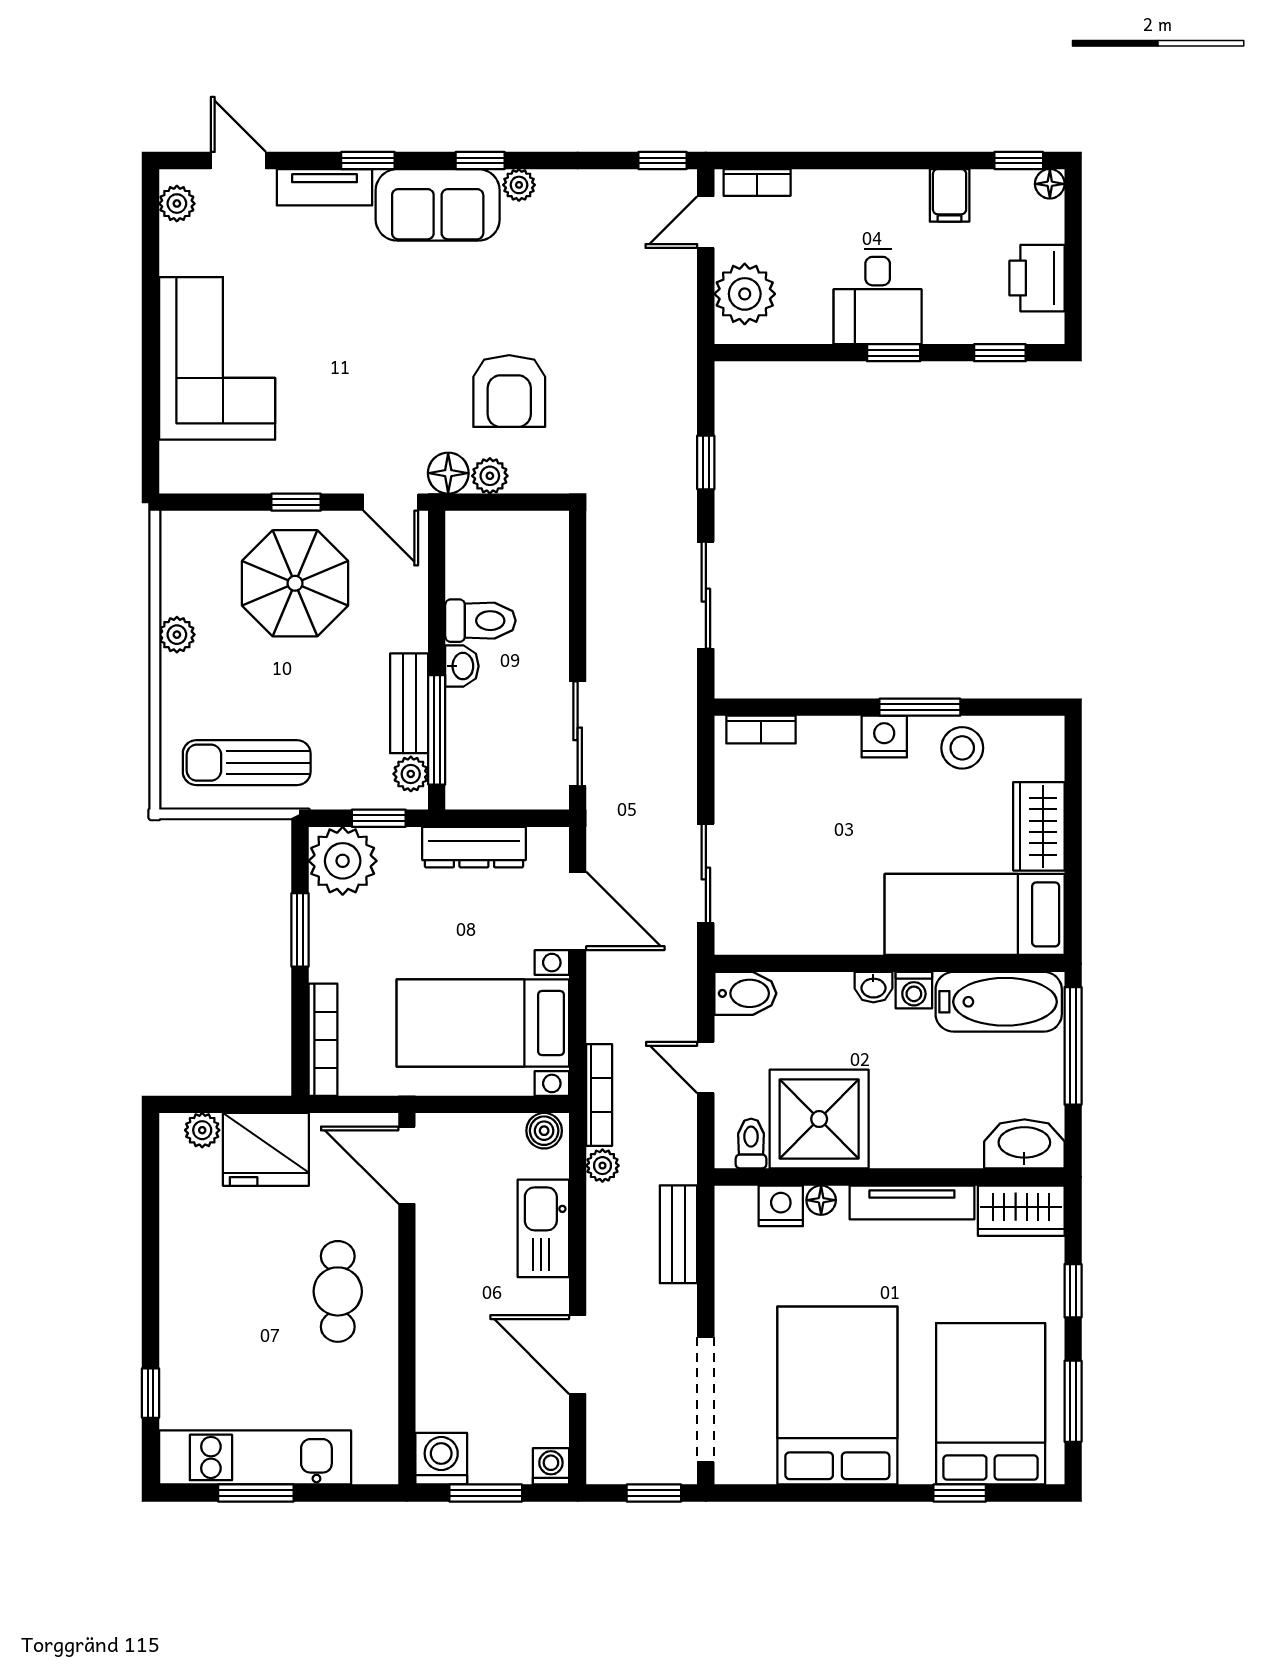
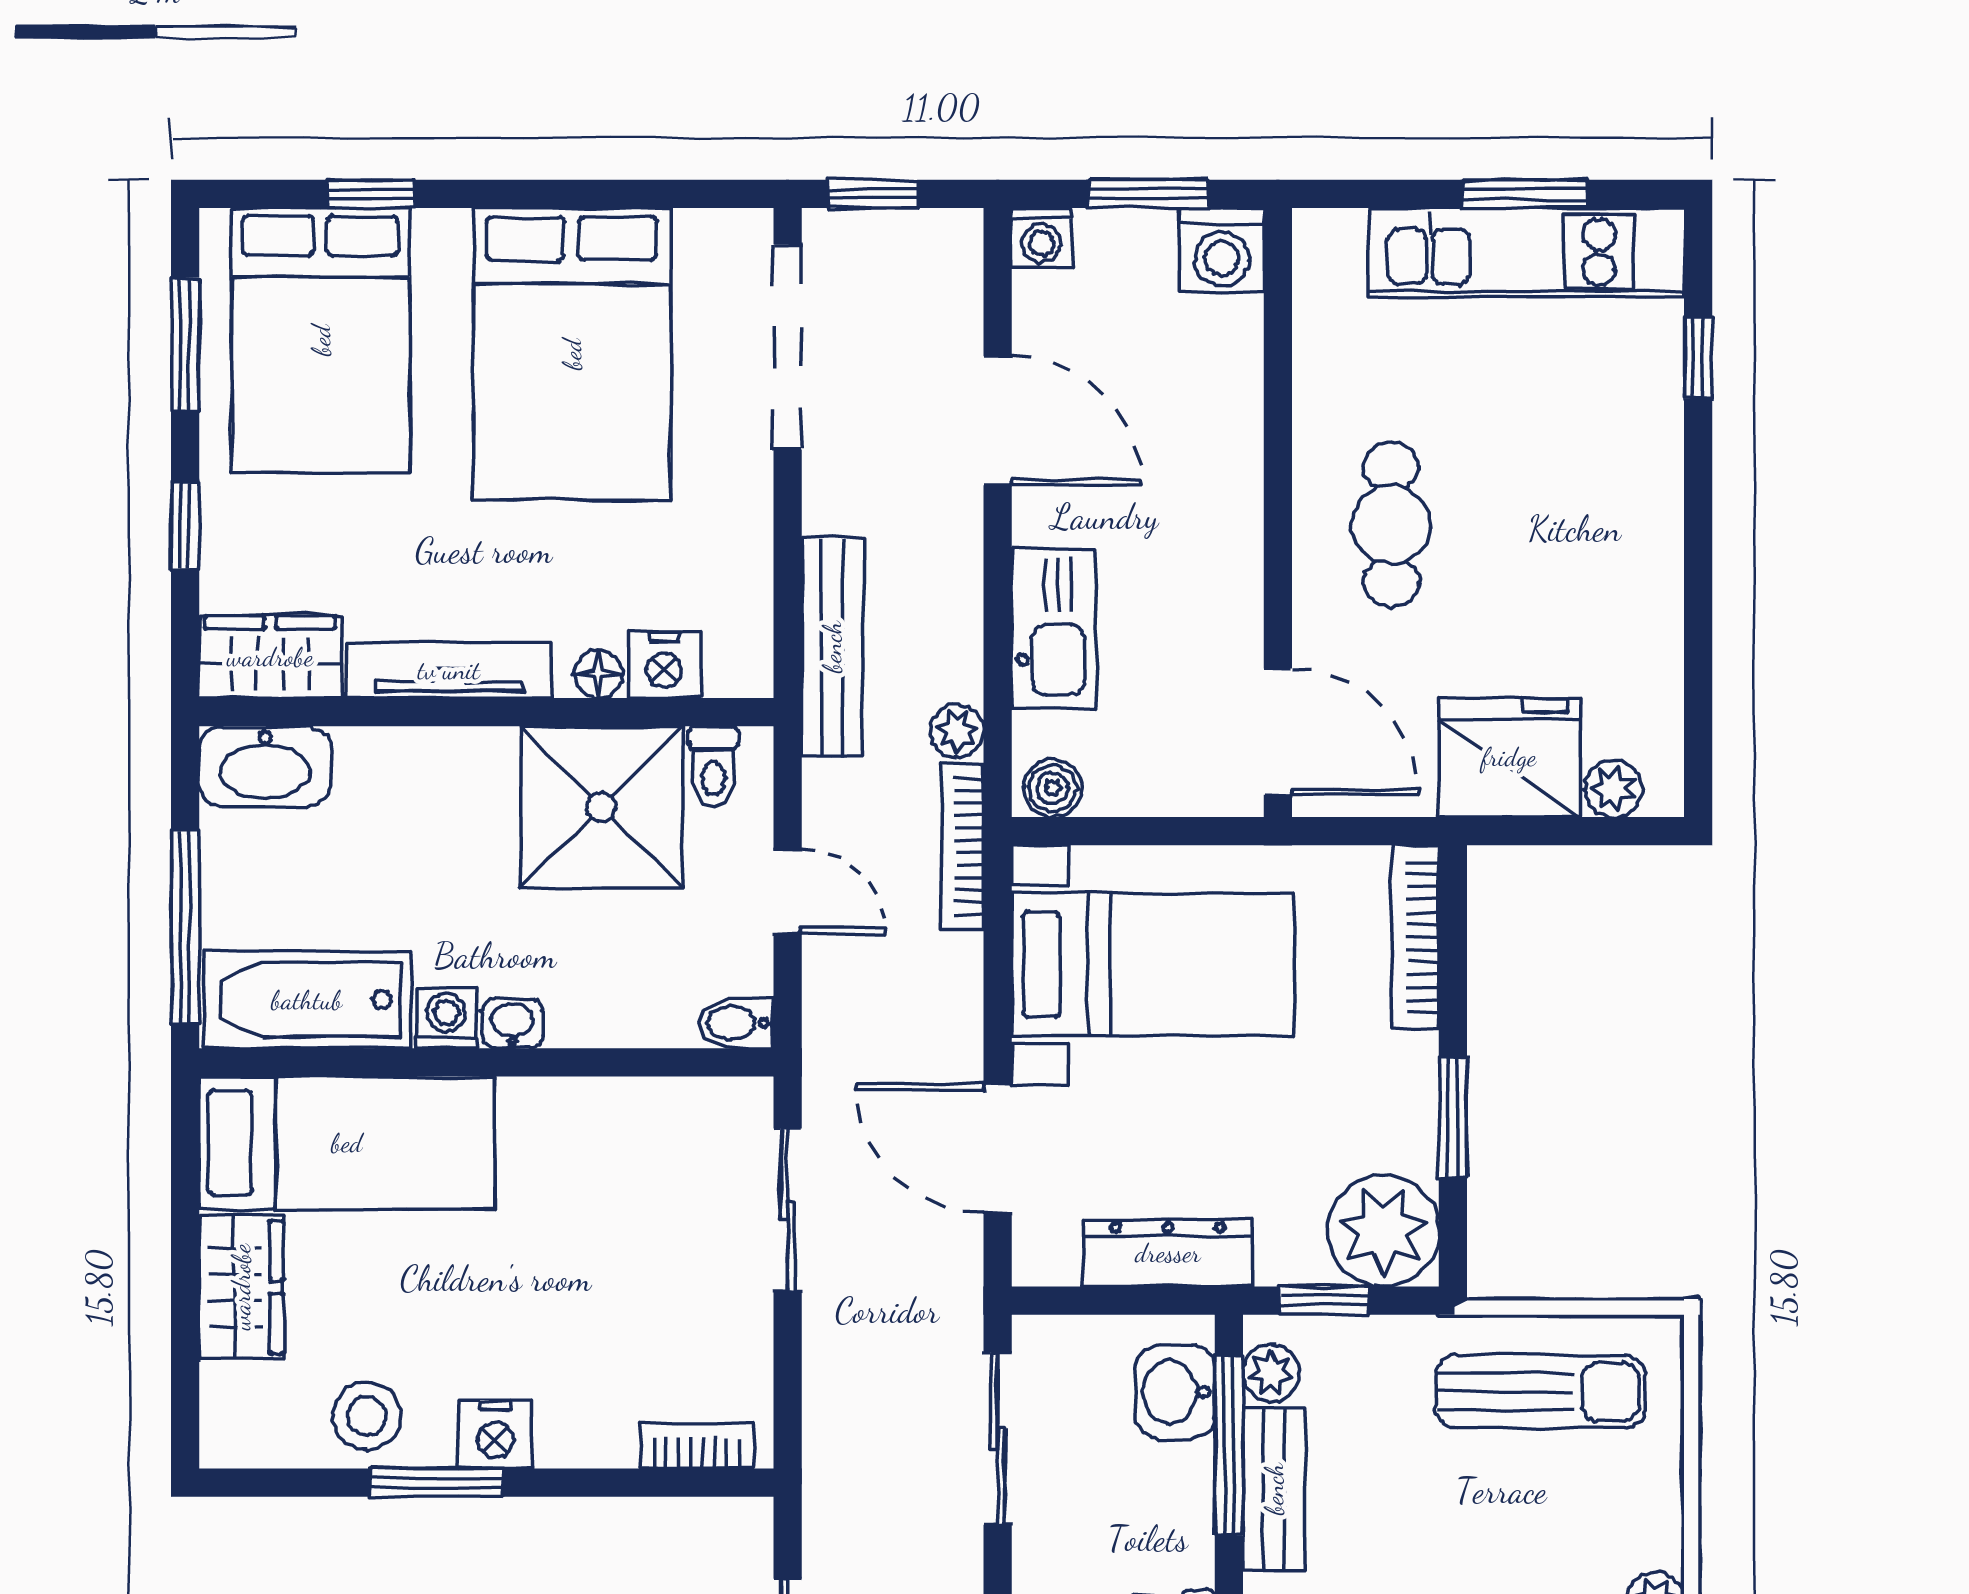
washbasin: (462, 666) -> (1175, 1392), moved, width x1.38, depth x1.45
bidet: (745, 993) -> (736, 1023), width x0.72, depth x0.74
bench: (679, 1234) -> (832, 647), width x1.36

